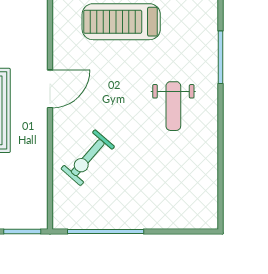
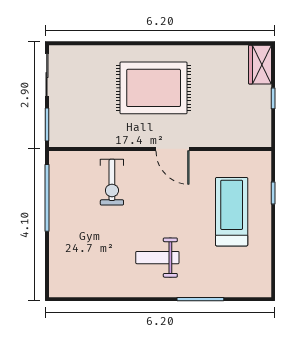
exercise bike: (88, 158) -> (112, 182), turned -131

